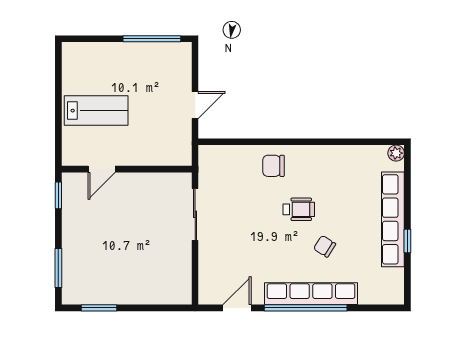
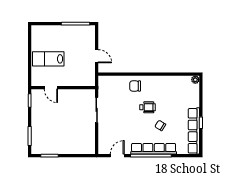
door: (195, 105) -> (97, 56), hinge flipped
lab bench: (96, 111) -> (48, 59), turned 180
door: (102, 169) -> (51, 88), hinge flipped
row of seats: (393, 219) -> (194, 131), moved

